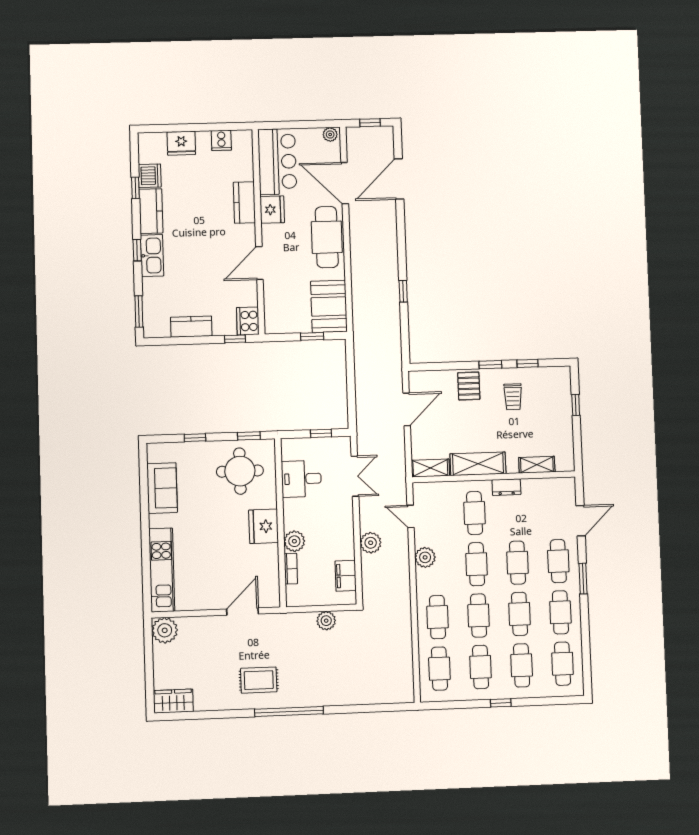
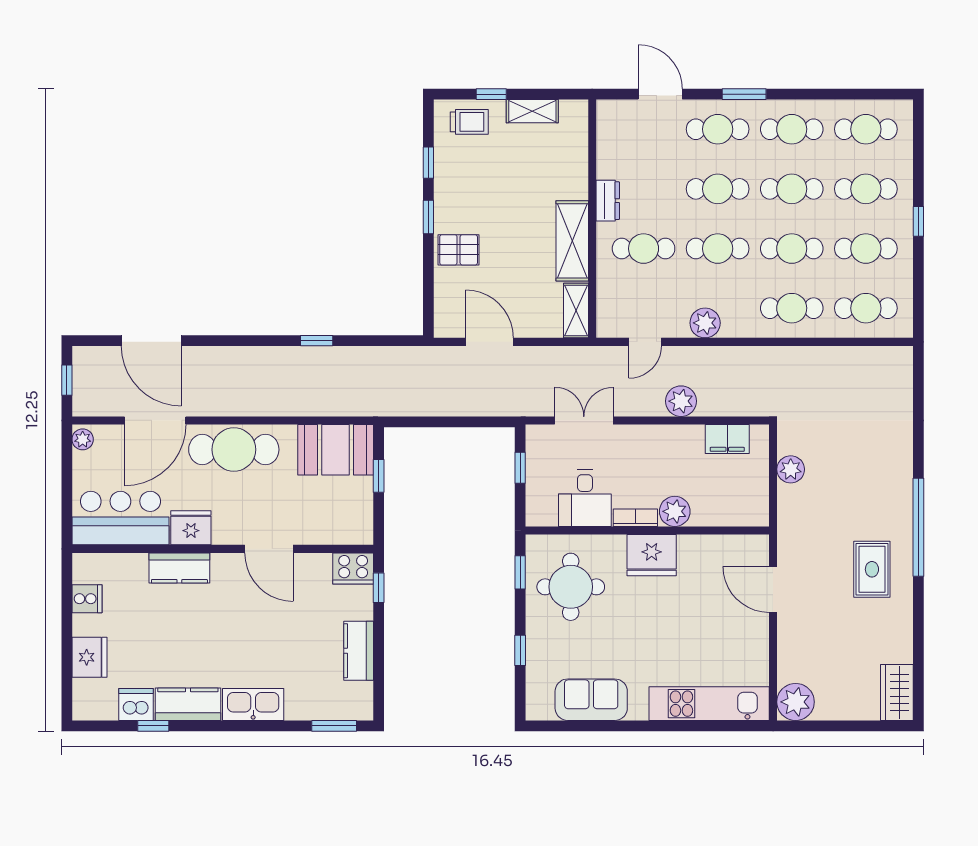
window: (137, 250) -> (245, 726), removed
trolley: (513, 397) -> (469, 122), moved
shelving: (537, 465) -> (532, 111), moved, turned 90
bookcase: (291, 569) -> (635, 518), moved

